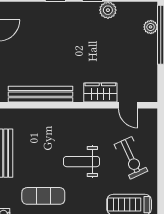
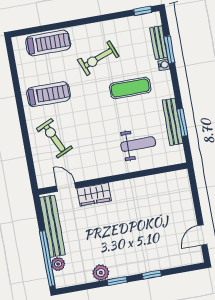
bench: (40, 94) -> (52, 226), moved, turned 90
weight bench: (82, 162) -> (138, 144), moved

